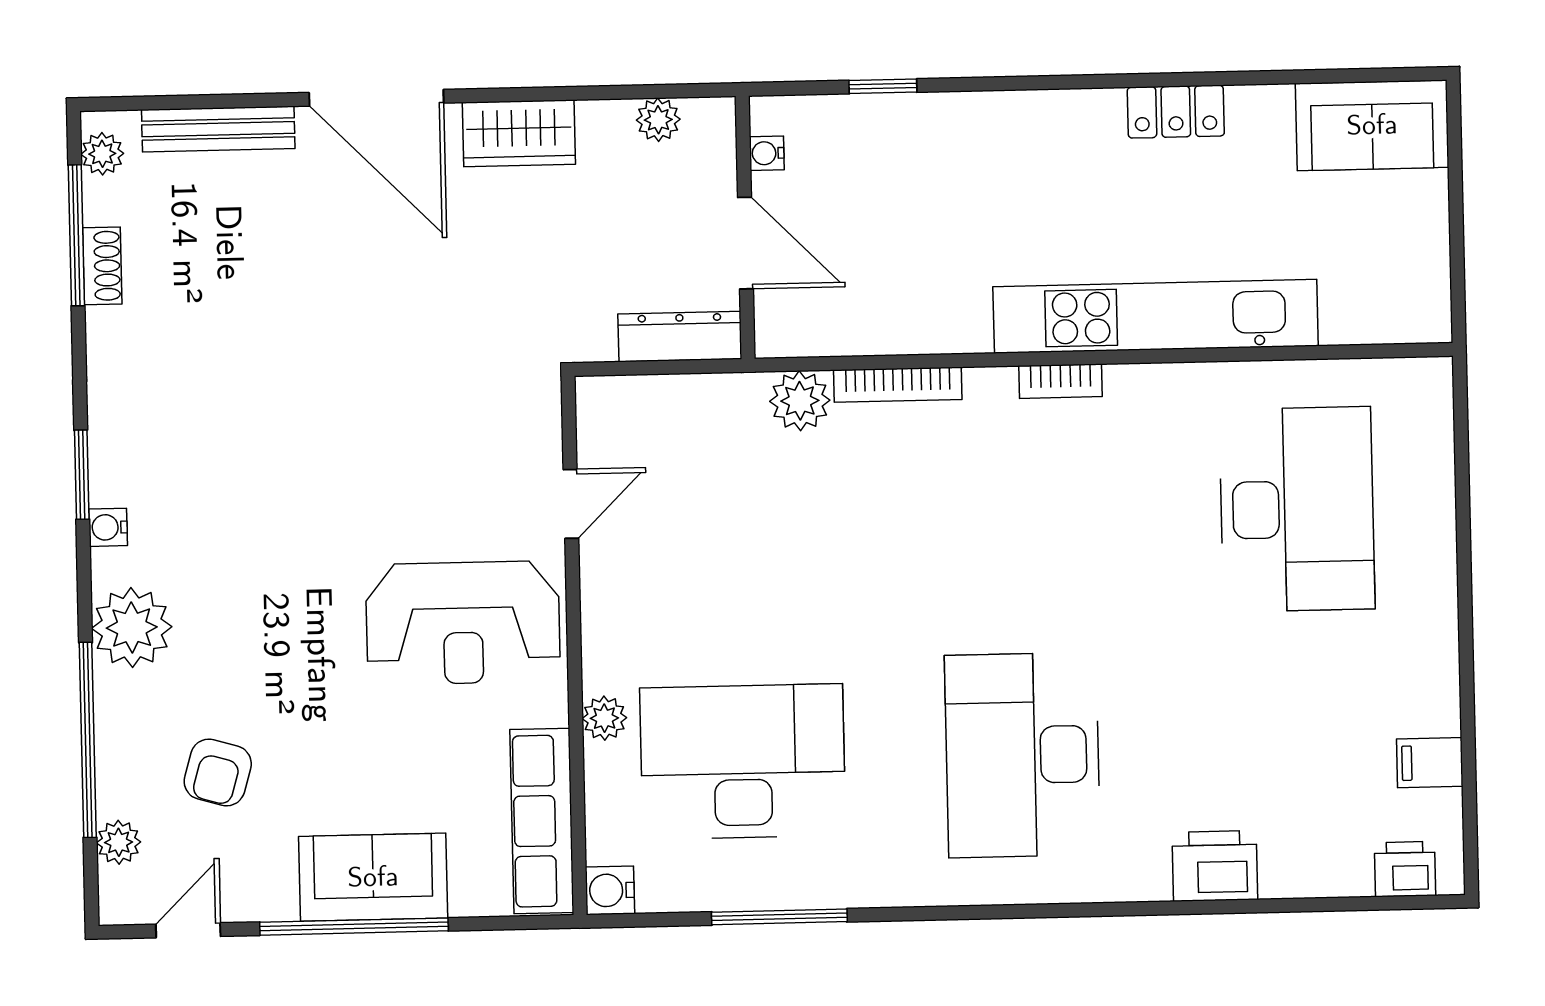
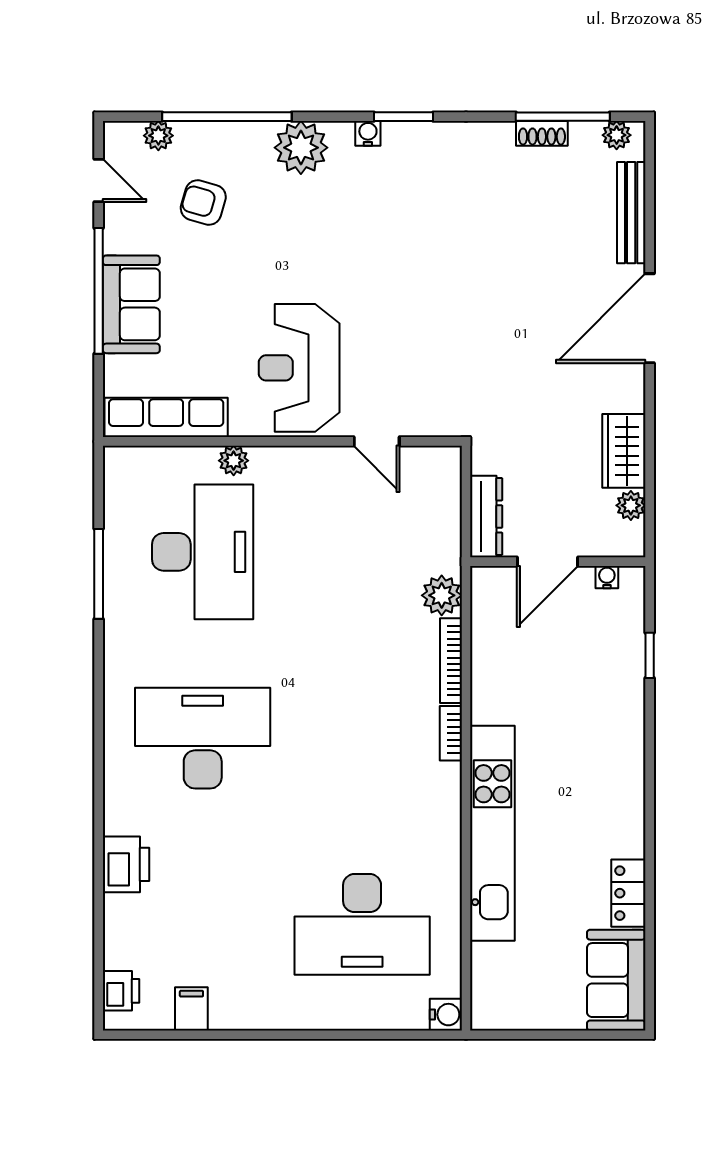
locker: (1176, 112) -> (628, 893), moved
wardrobe: (519, 133) -> (624, 451), moved
bookcase: (1060, 381) -> (451, 733), moved
water cooler: (610, 890) -> (446, 1015), moved, turned 90

